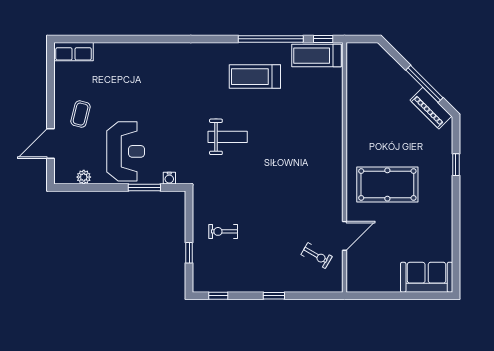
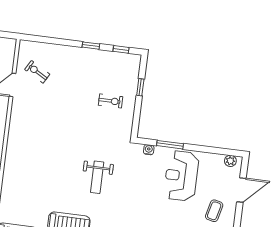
weight bench: (228, 137) -> (97, 177), turned -90
plant: (84, 177) -> (230, 161), moved
window: (274, 296) -> (91, 46), moved

